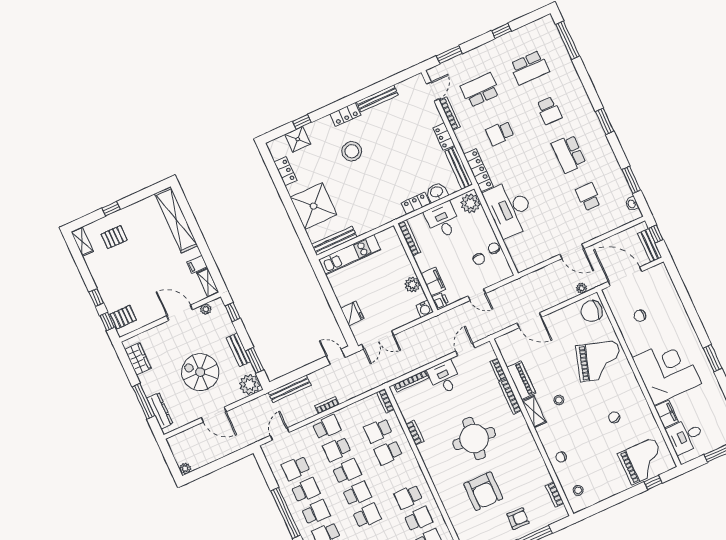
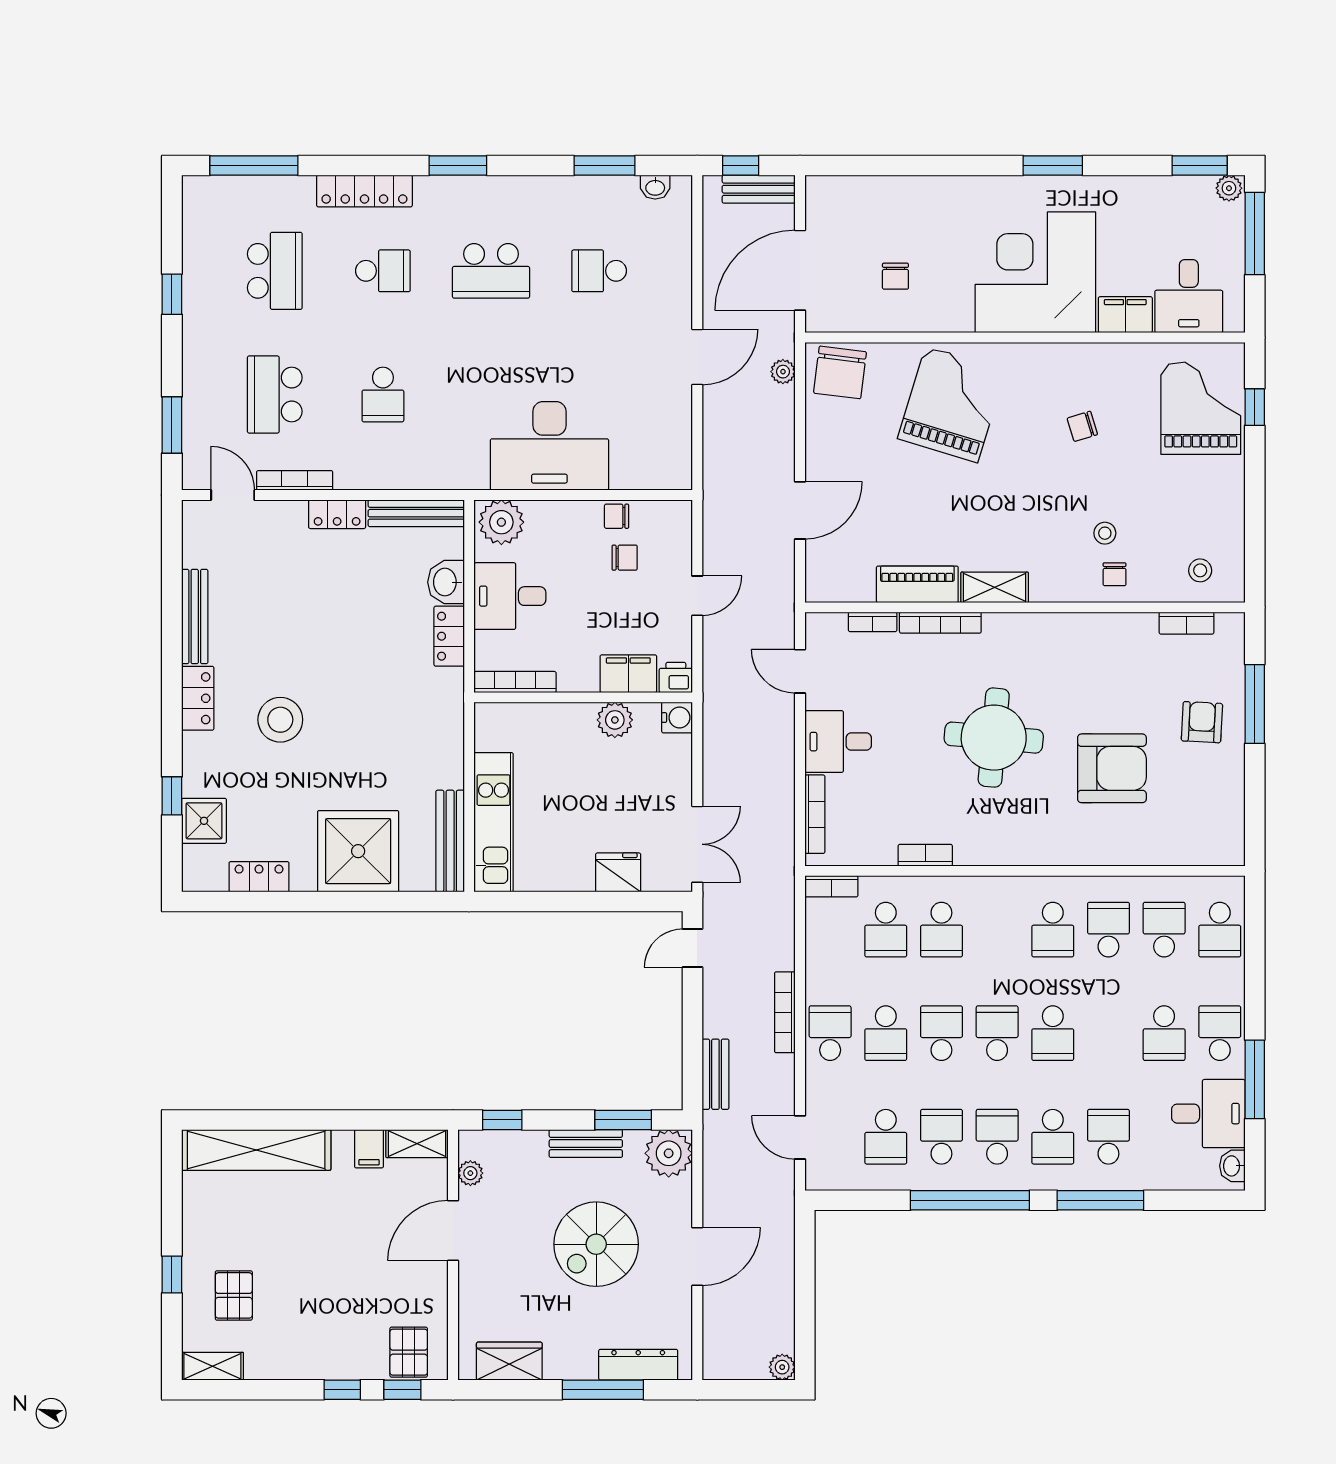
locker: (478, 170) -> (364, 191), moved, turned 180
bench: (290, 389) -> (715, 1074), width x0.73
stool: (559, 400) -> (1105, 533), moved
bookcase: (327, 405) -> (785, 1012), width x1.56
school desk: (367, 516) -> (1053, 1033), turned 180

